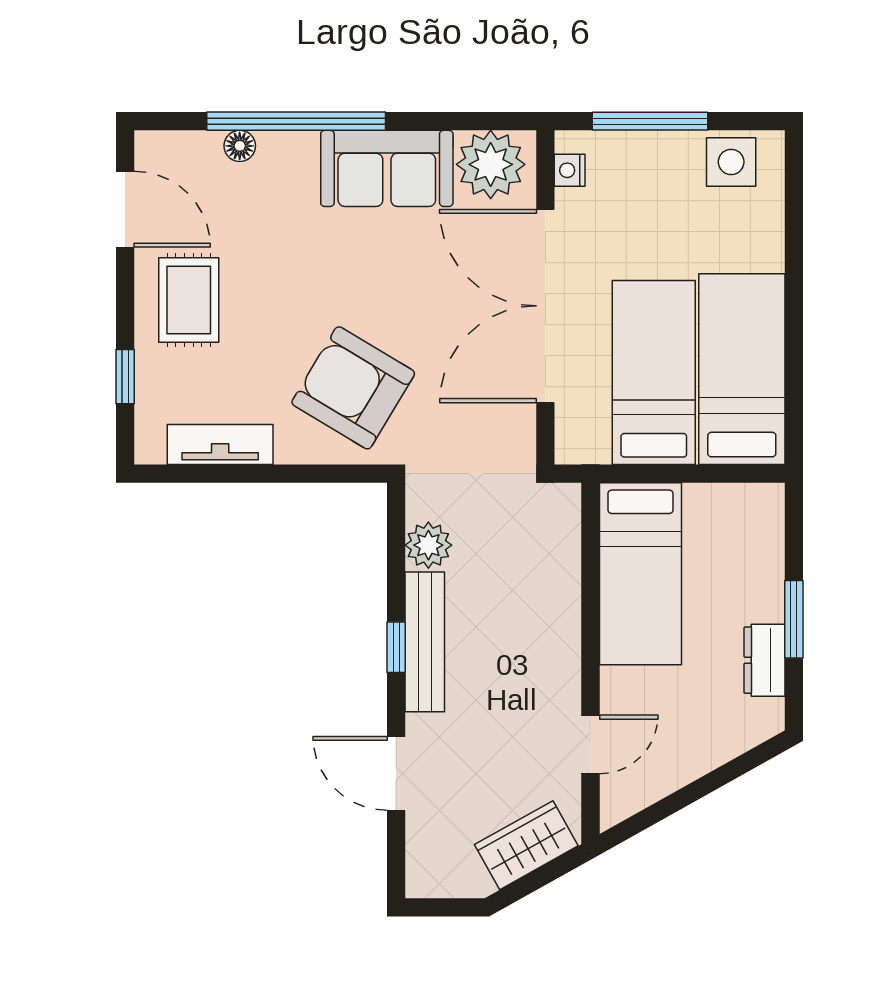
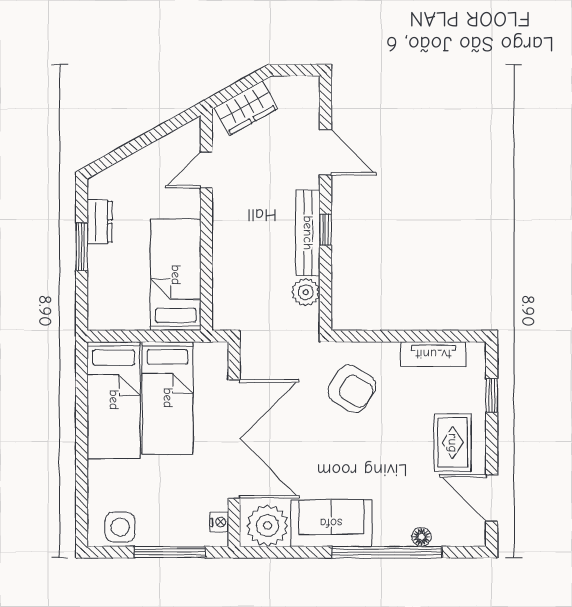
armchair: (353, 388) -> (352, 389), width x0.73, depth x0.73

